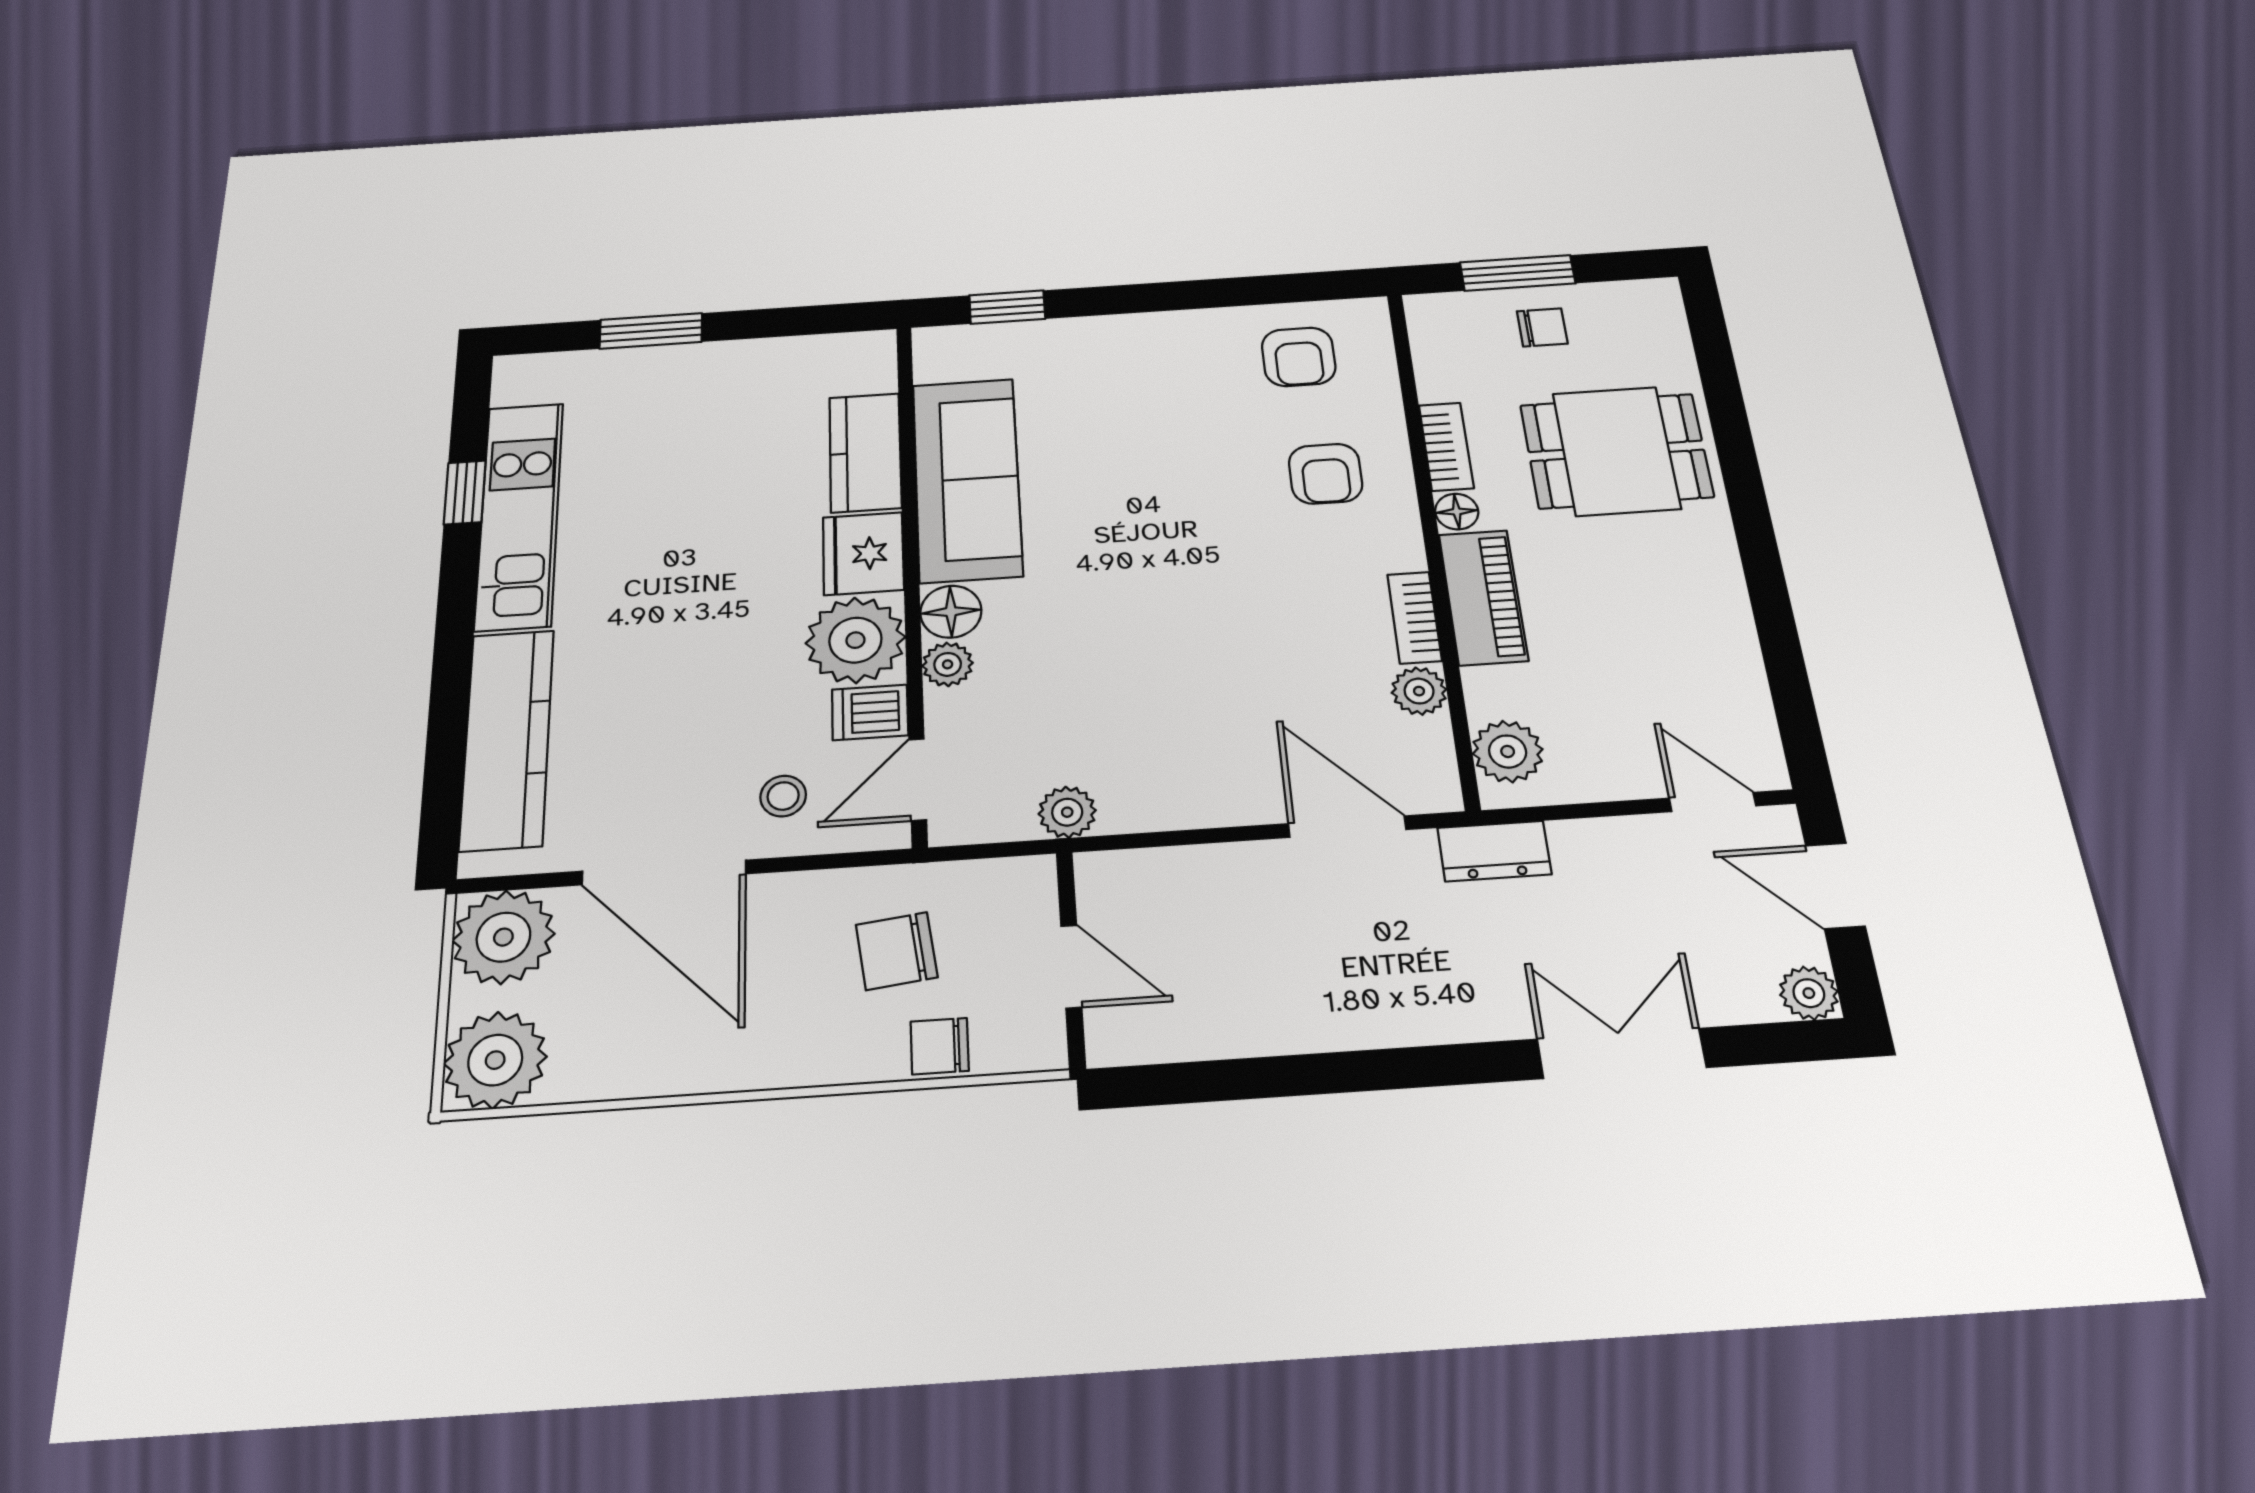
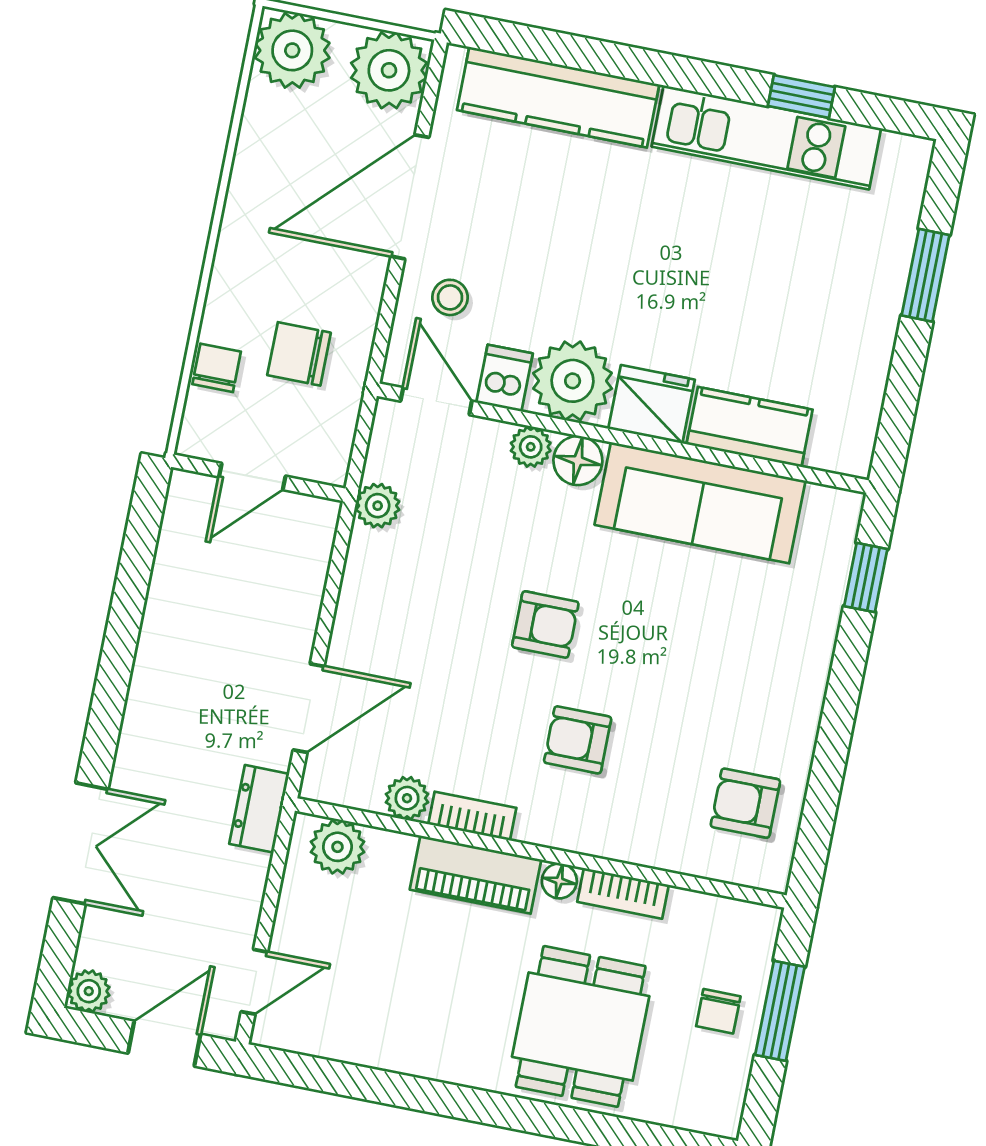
armchair: (1326, 474) -> (578, 740), moved
armchair: (1158, 598) -> (545, 624), added
chair: (897, 951) -> (299, 354), turned -83

